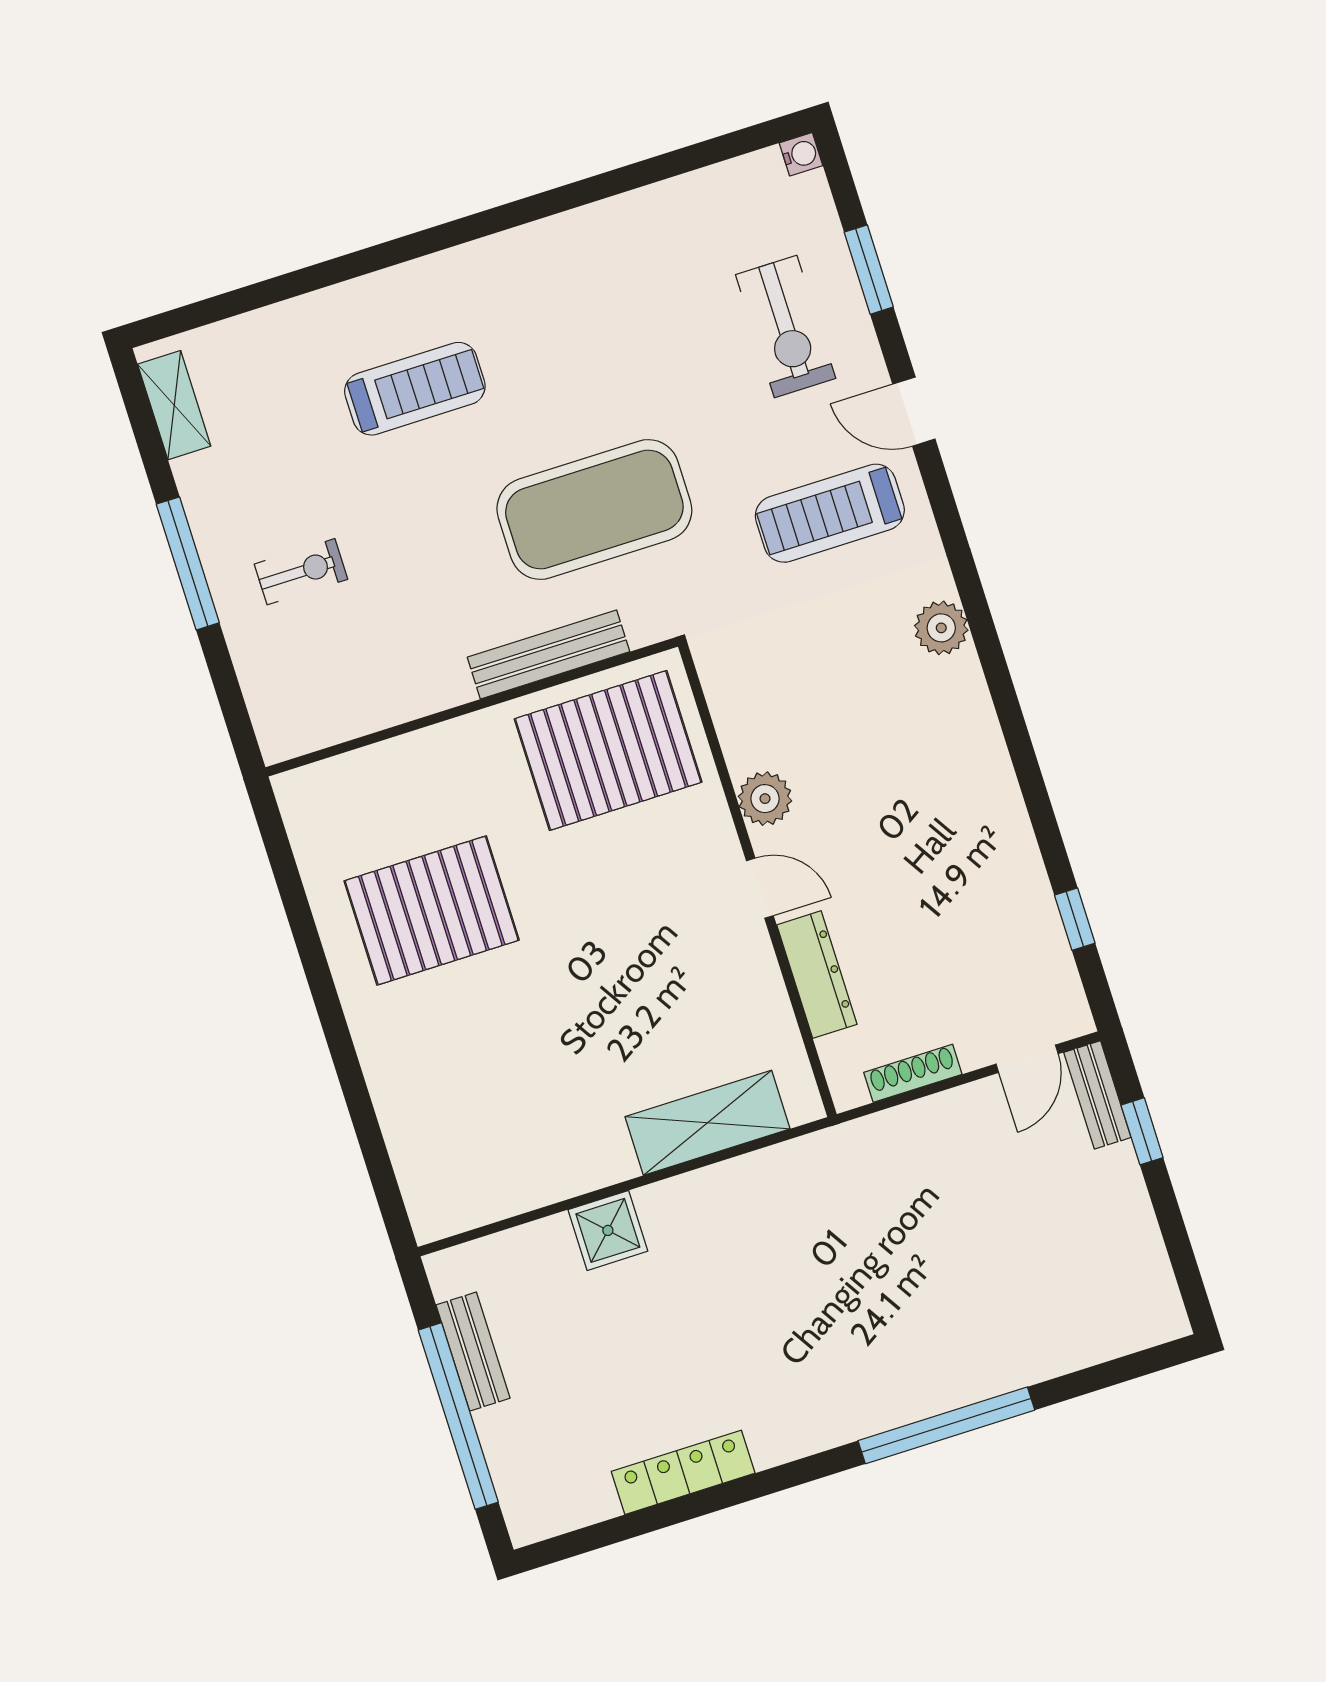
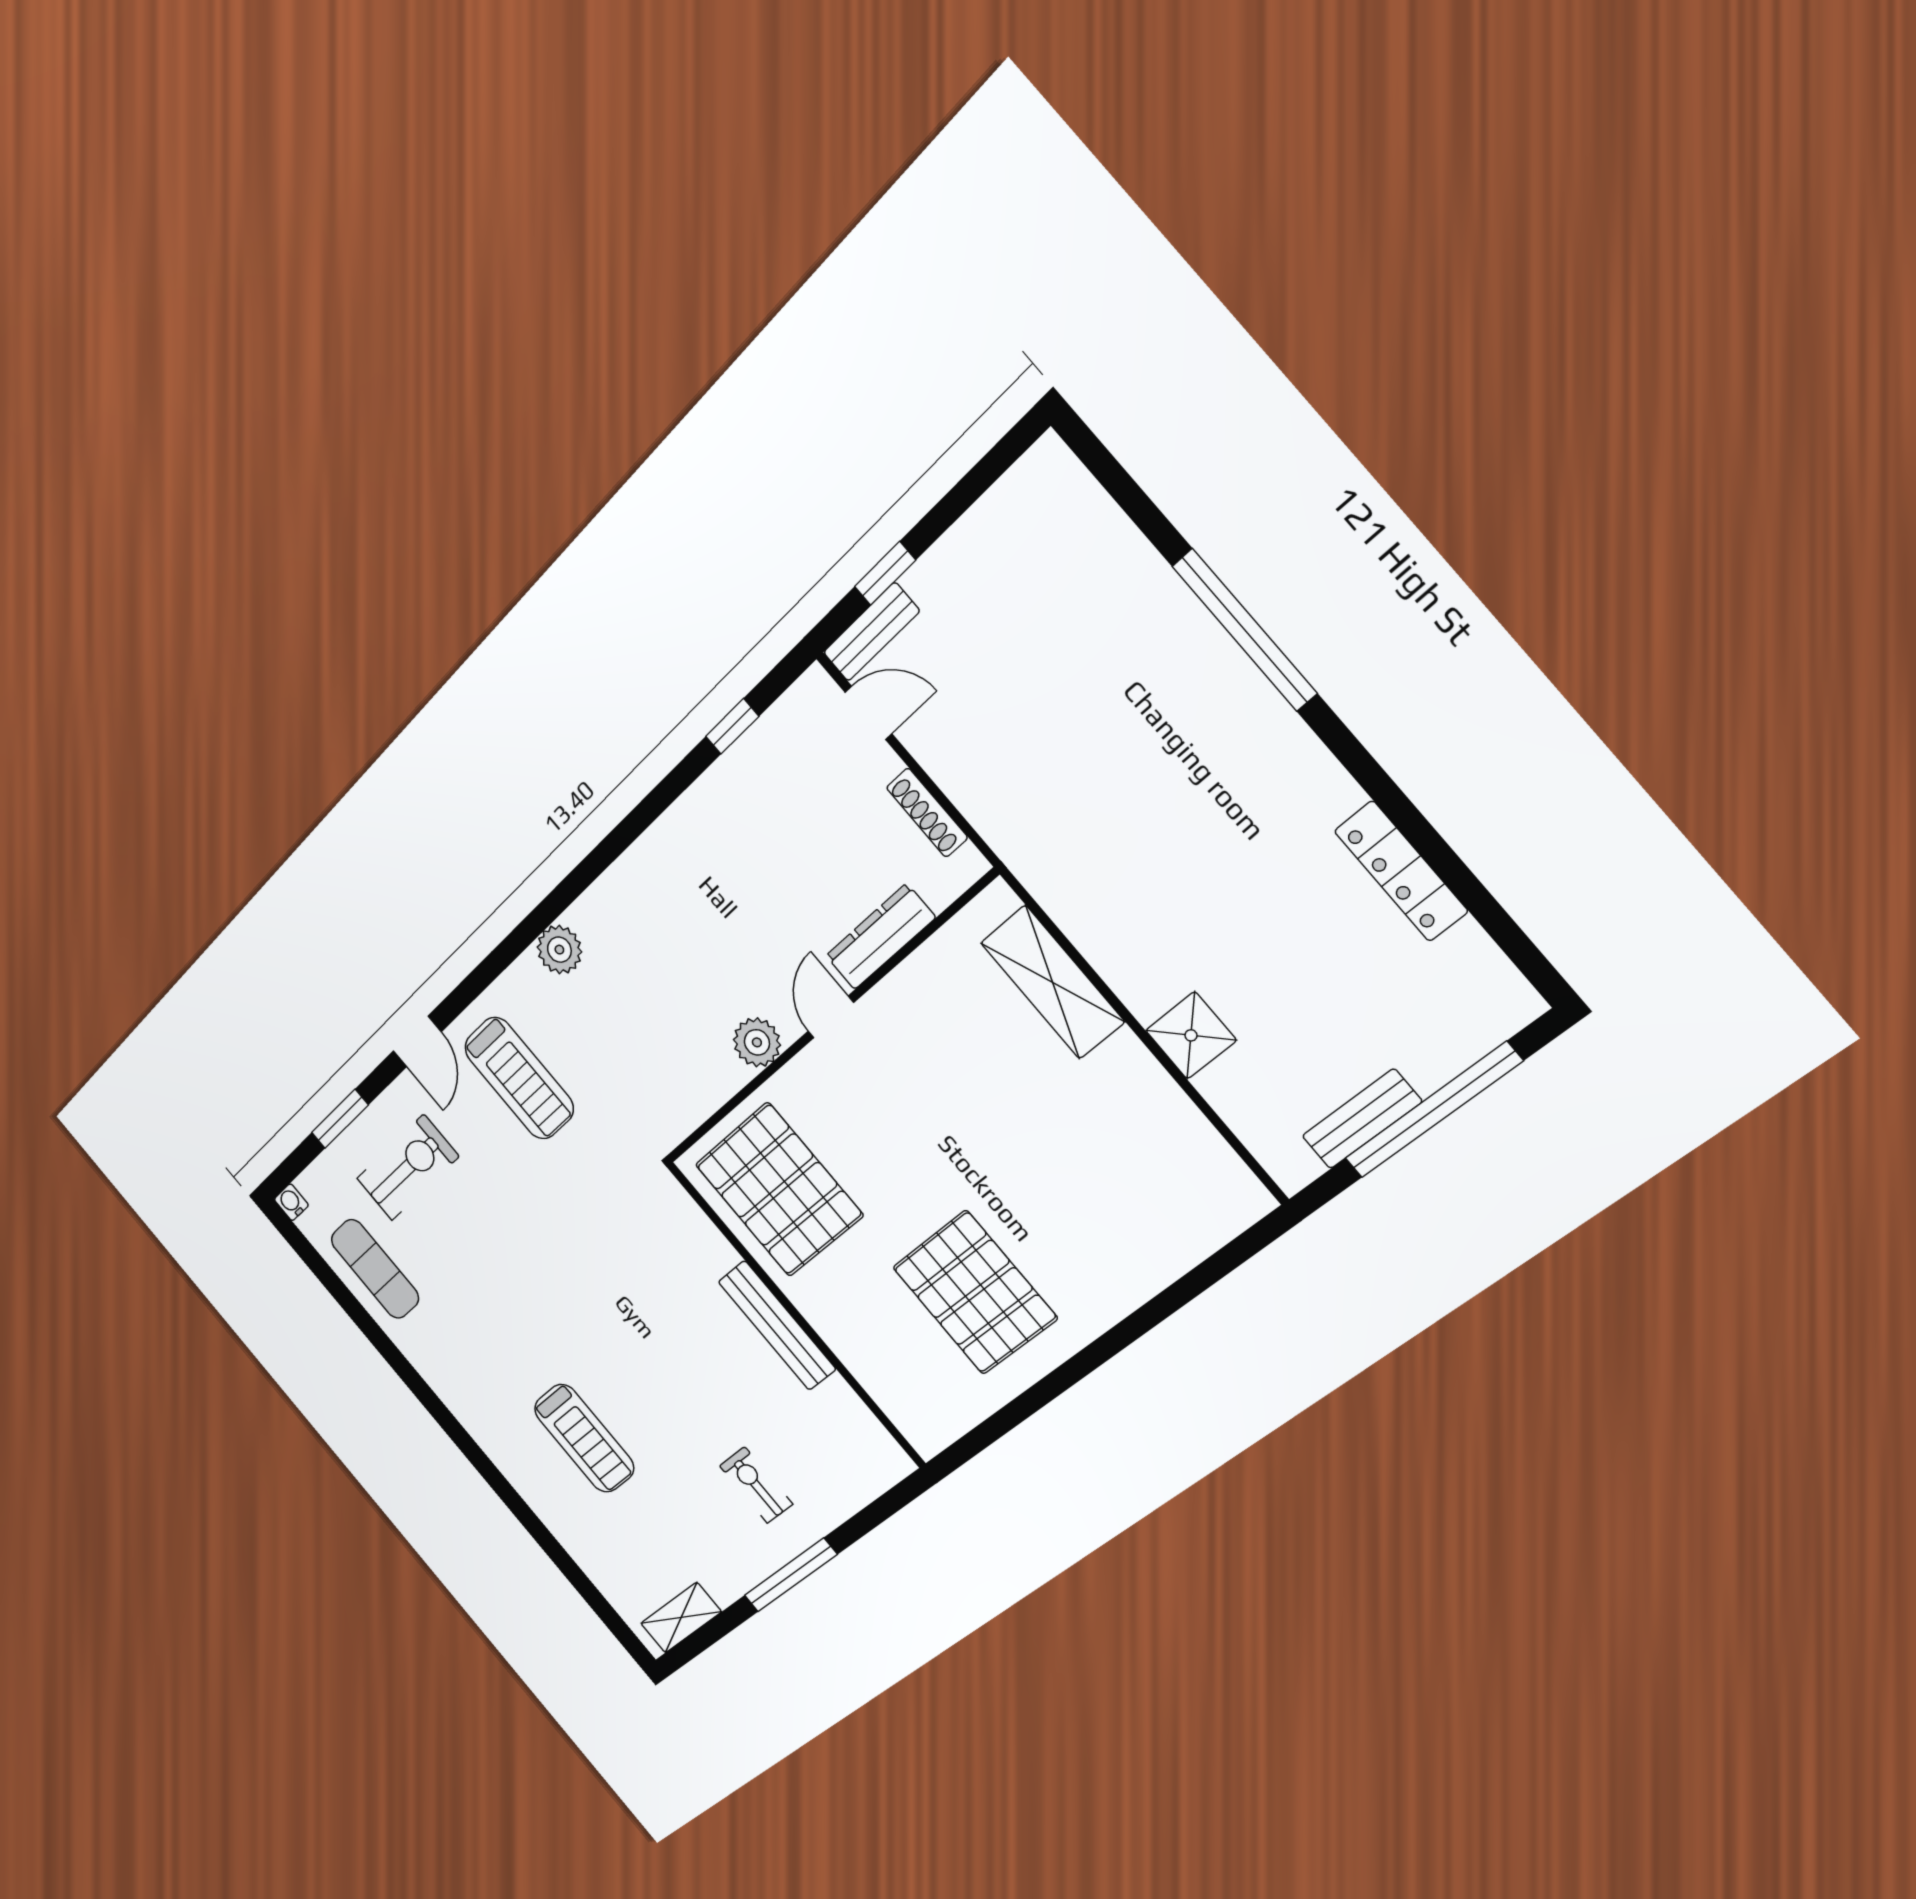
treadmill: (415, 389) -> (584, 1438), turned 180
exercise mat: (594, 509) -> (375, 1269), moved, width x0.50, depth x0.69
bench: (548, 654) -> (777, 1325), moved

